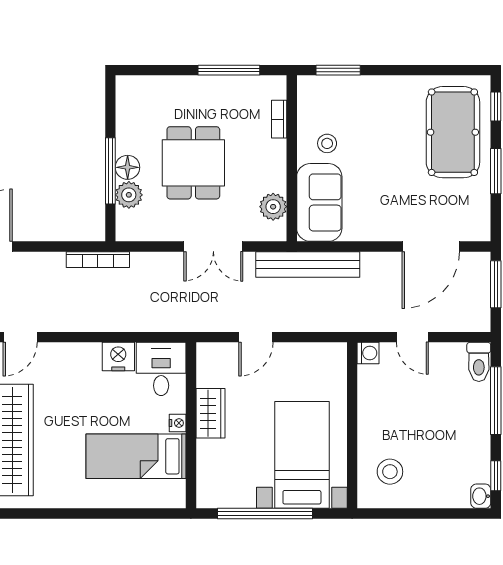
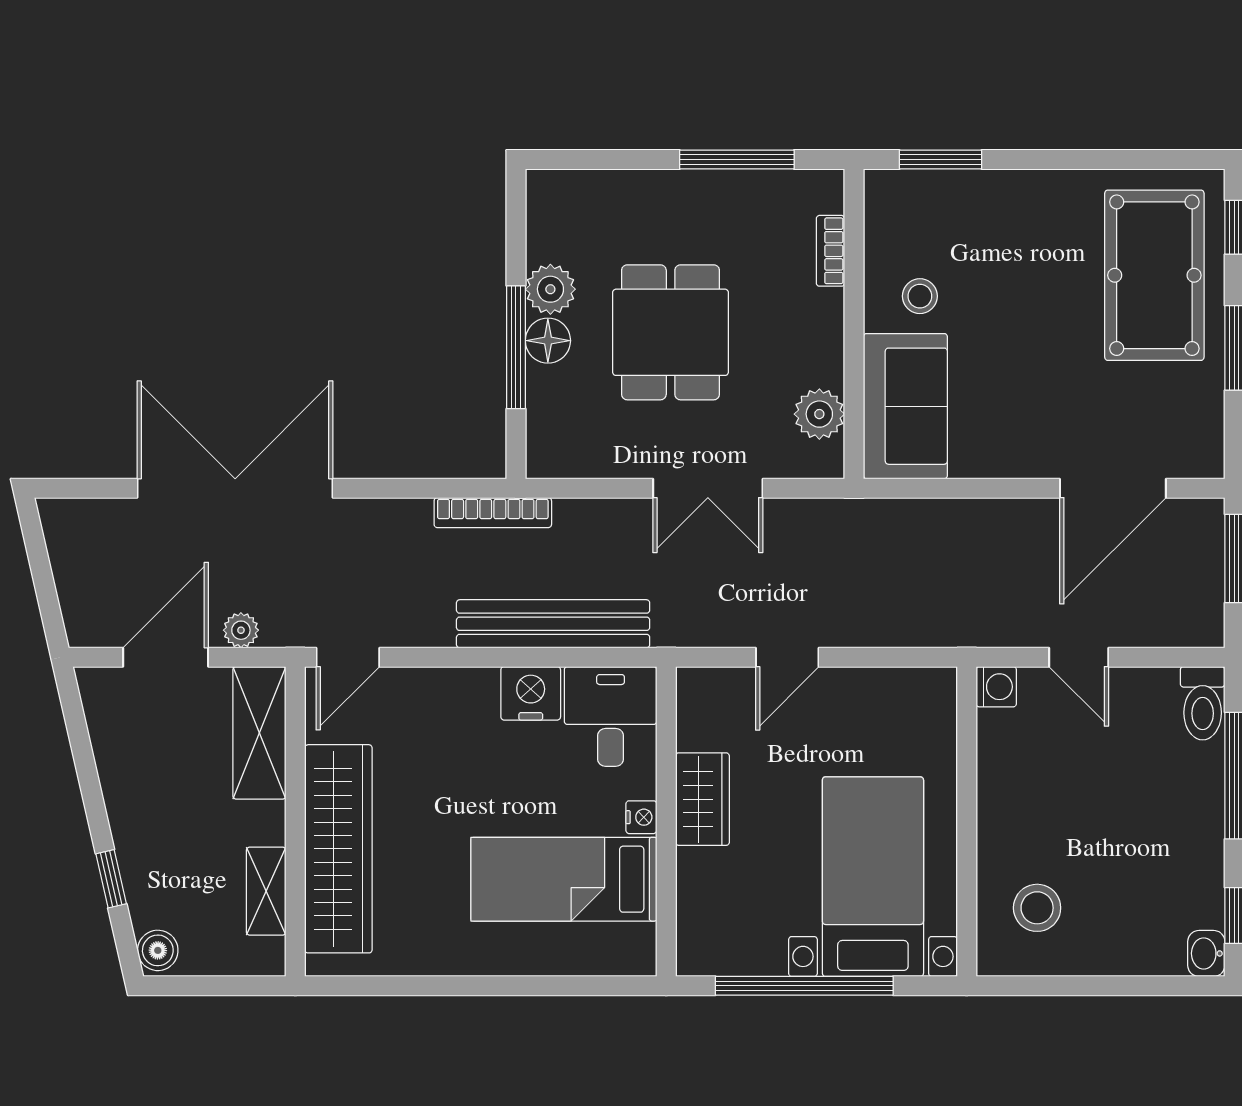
plant: (129, 195) -> (550, 289), moved
bench: (308, 264) -> (553, 624), moved

